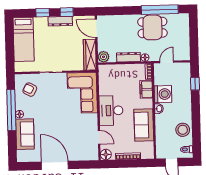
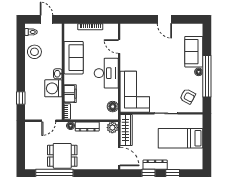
bed: (24, 39) -> (180, 138), moved, turned -90
floor lamp: (106, 155) -> (113, 107), moved
door: (55, 165) -> (164, 19), width x0.53

